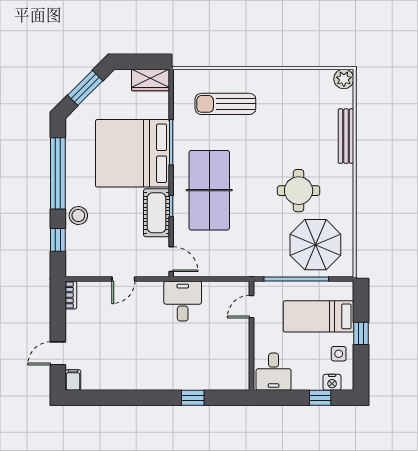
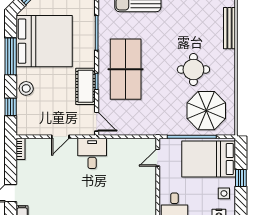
bed: (132, 153) -> (44, 41), moved, turned 180
window: (58, 173) -> (11, 56), width x0.68
desk: (183, 301) -> (92, 153), moved
bed: (319, 316) -> (209, 159), width x1.50

